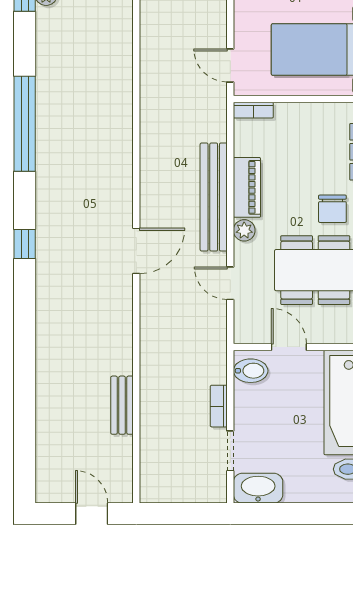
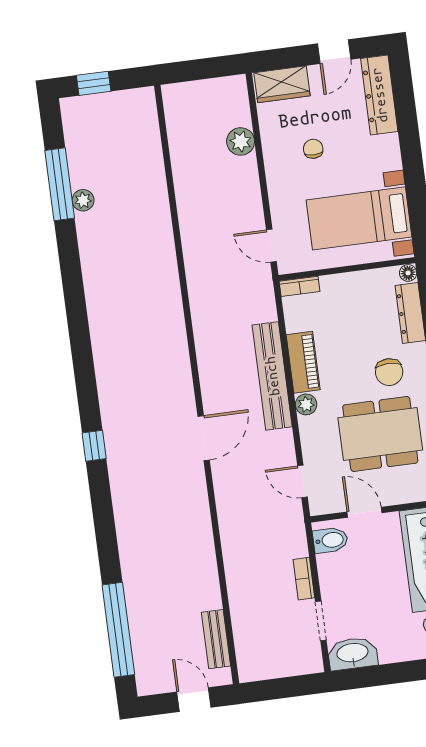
window: (25, 124) -> (118, 630), moved
door: (230, 283) -> (302, 481), moved
bench: (122, 405) -> (216, 639), moved

